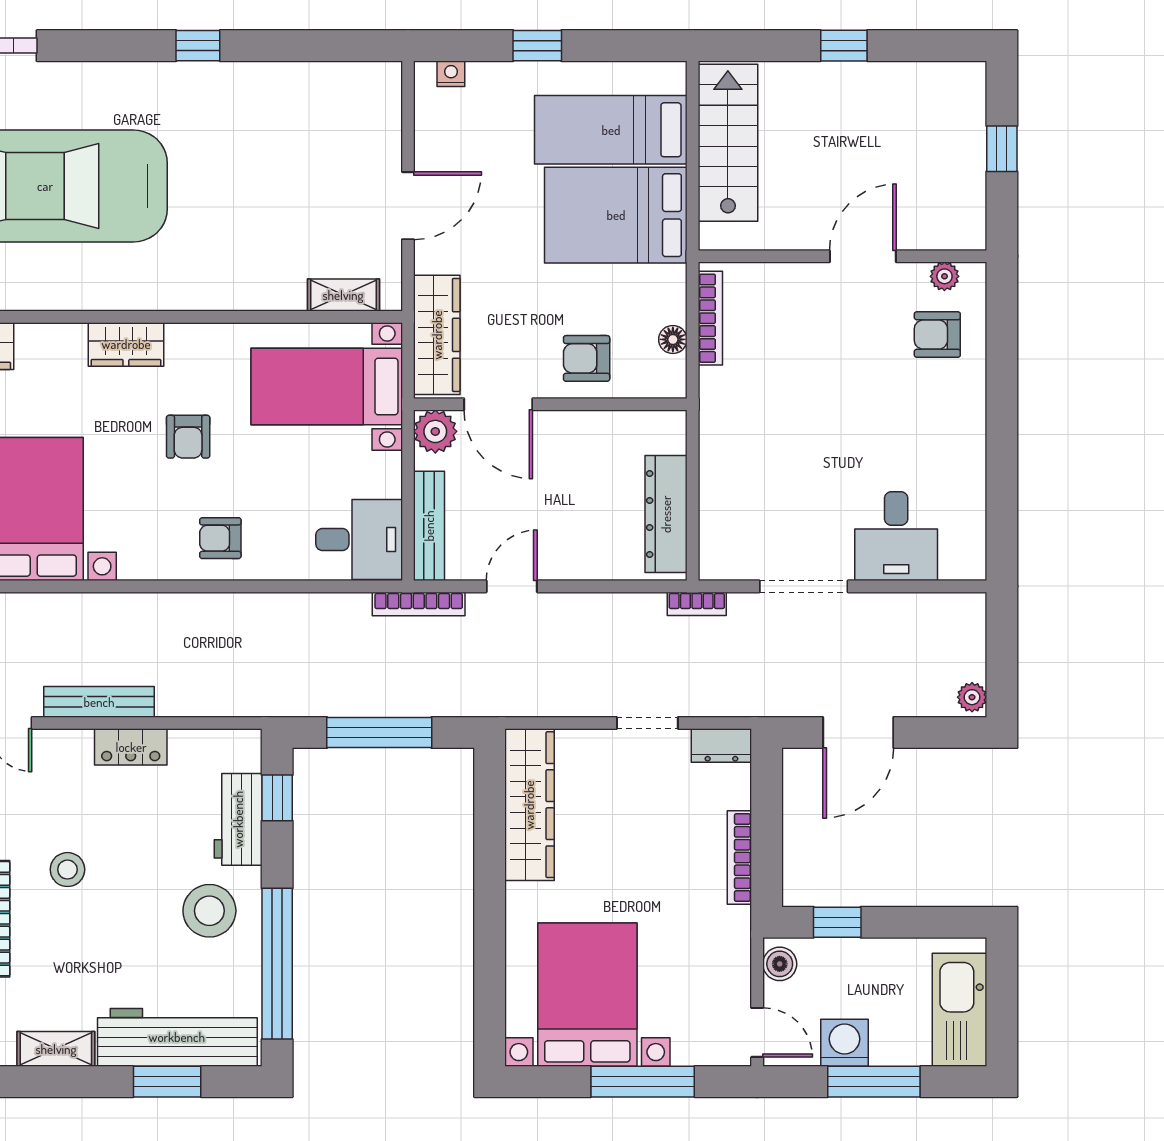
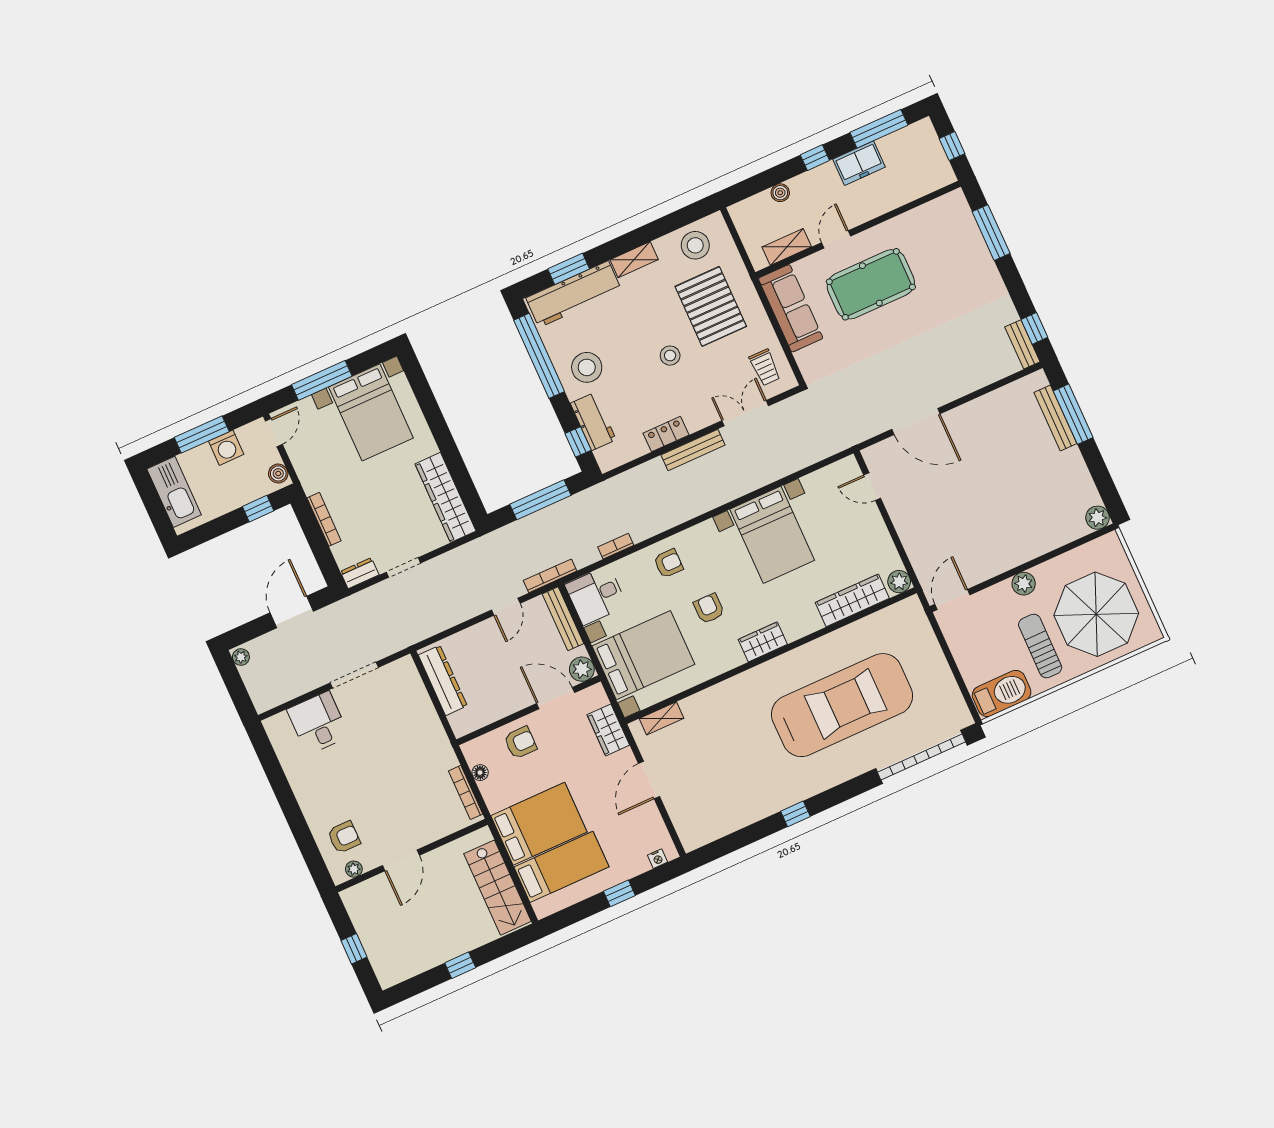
wardrobe: (437, 335) -> (608, 730), width x0.67
bed with nightstands: (327, 386) -> (643, 655), width x1.36
bookcase: (697, 604) -> (616, 546), moved
door: (757, 1032) -> (274, 433), swing flipped

